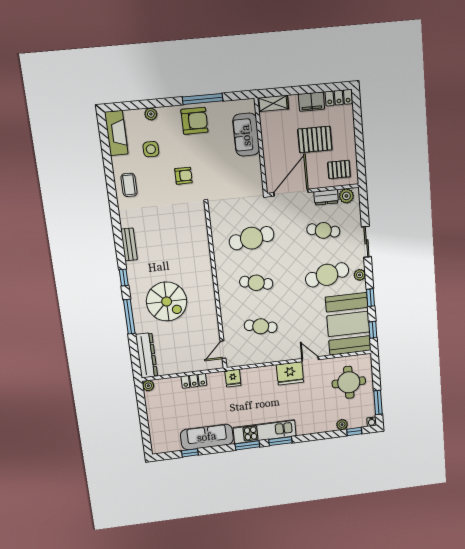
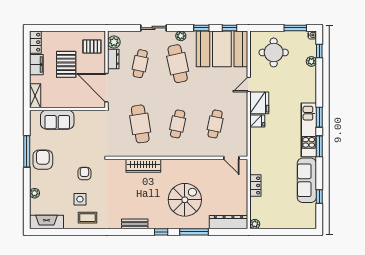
side table: (151, 149) -> (80, 199), moved
pallet: (339, 169) -> (92, 46), turned 90
wardrobe: (202, 247) -> (143, 166), added
fridge: (233, 378) -> (257, 121), moved

